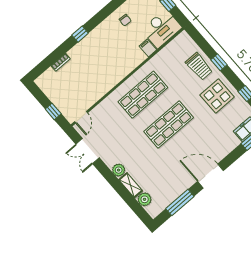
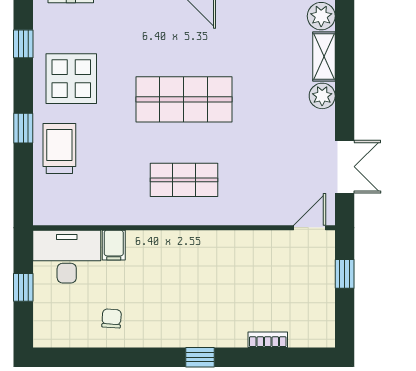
shop shelf: (143, 95) -> (184, 180), width x0.70, depth x0.74

